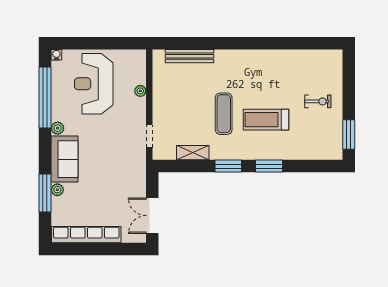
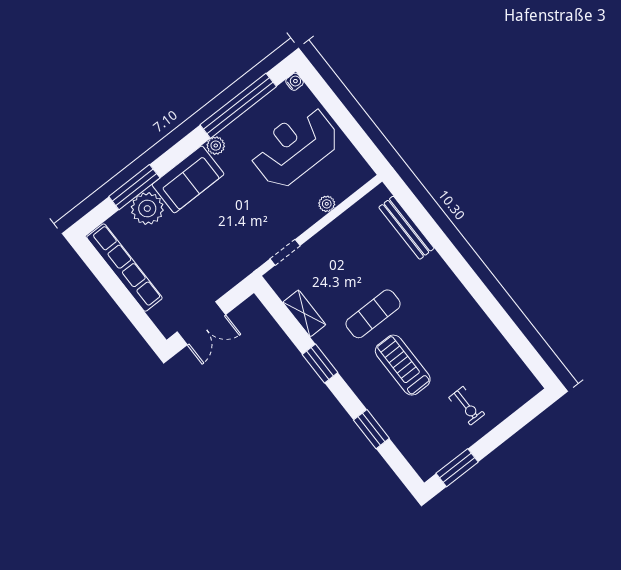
window: (269, 166) -> (371, 429), moved
plant: (57, 190) -> (147, 209), width x1.88, depth x1.88
double door: (152, 216) -> (201, 323), swing flipped

